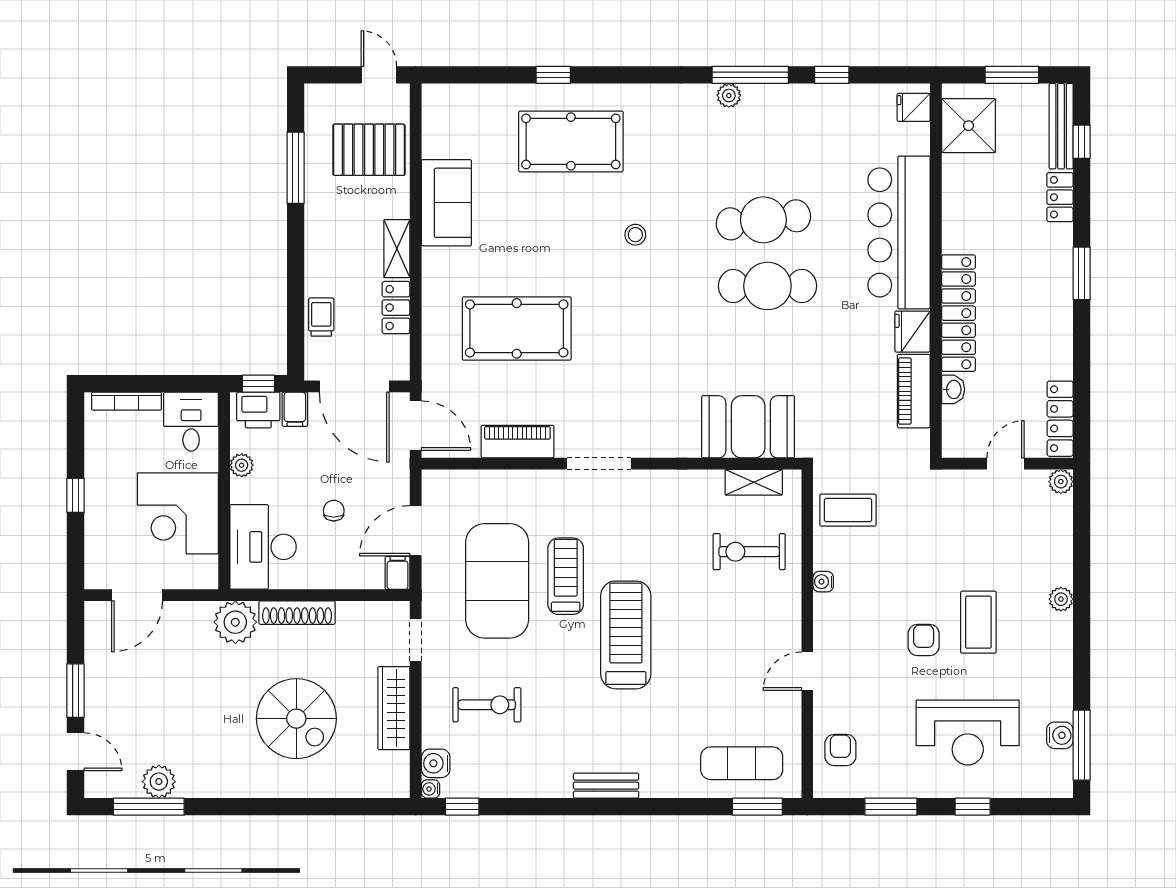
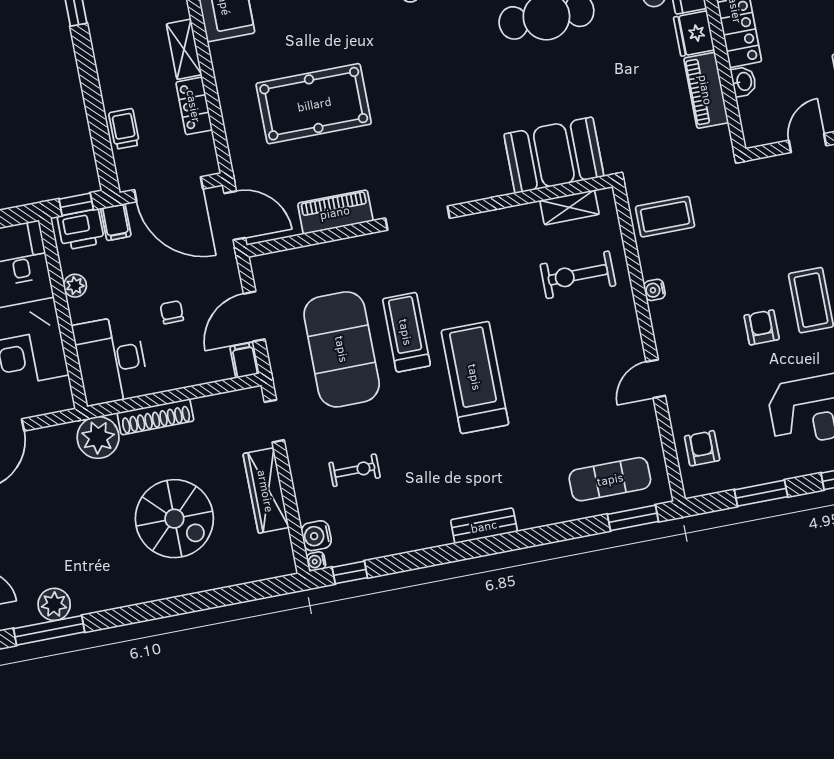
exercise bike: (487, 705) -> (355, 470), width x0.73, depth x0.72

